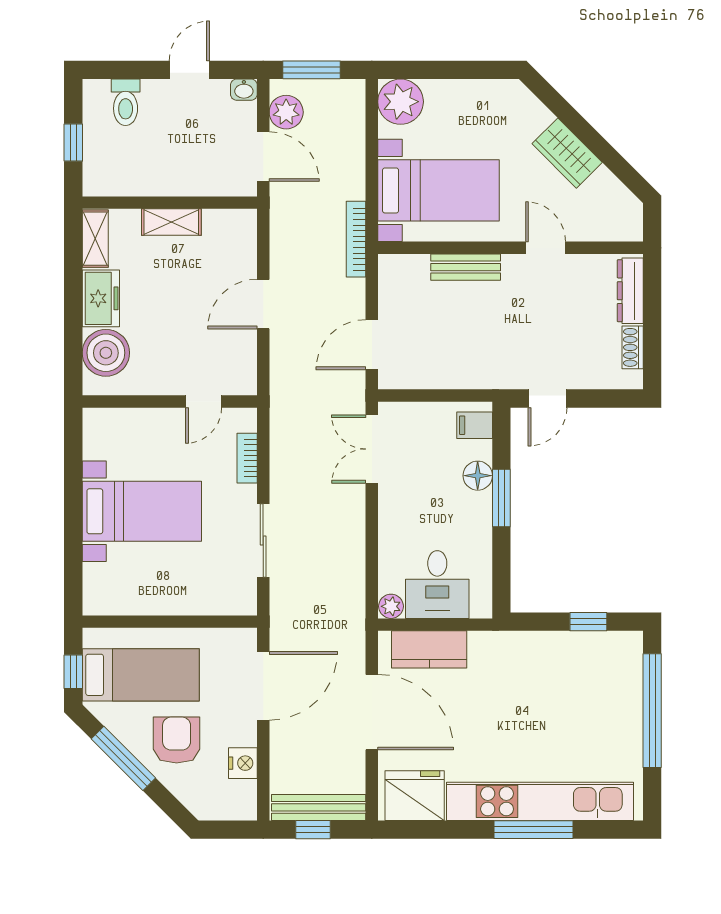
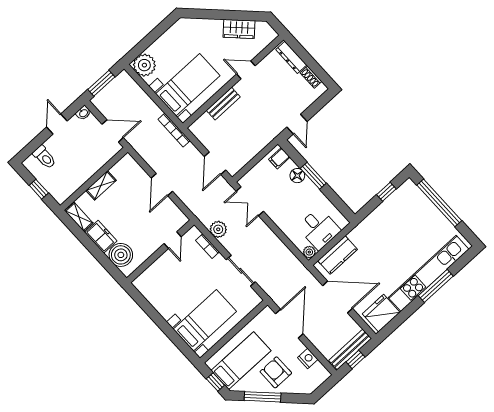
plant: (286, 112) -> (218, 229), moved
wardrobe: (567, 153) -> (239, 29), moved
bed with nightstands: (142, 511) -> (205, 320), moved

